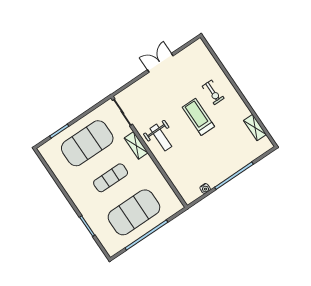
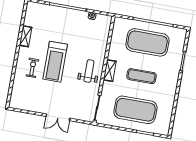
double door: (160, 63) -> (58, 117), moved
treadmill: (198, 117) -> (55, 62), width x1.37, depth x1.38
shelving: (255, 127) -> (26, 36), moved
shelving: (136, 145) -> (110, 71), moved

